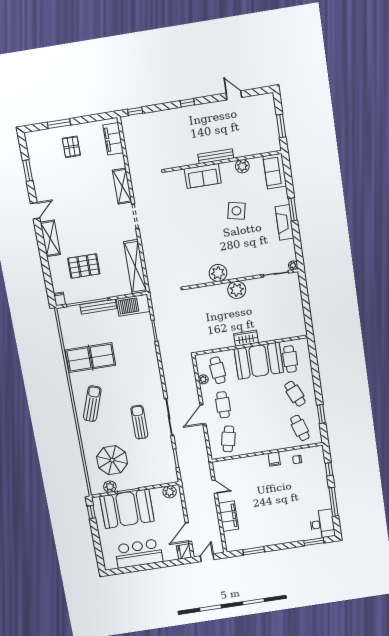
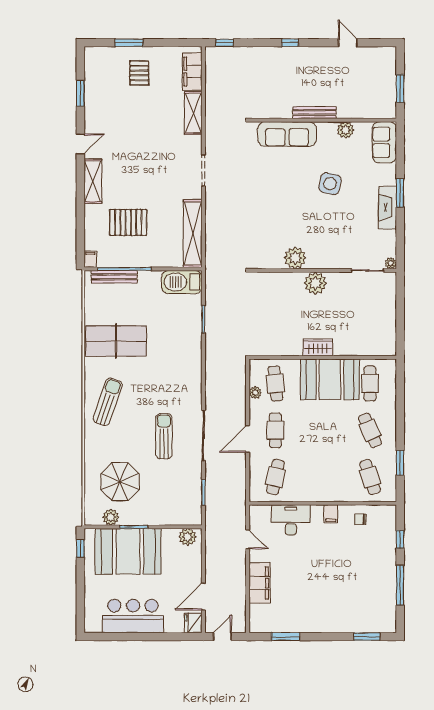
sofa: (203, 176) -> (287, 134), width x1.36
shelving: (122, 186) -> (193, 113), moved
bench: (98, 307) -> (114, 277), moved
desk: (322, 524) -> (291, 520), moved, turned -90

